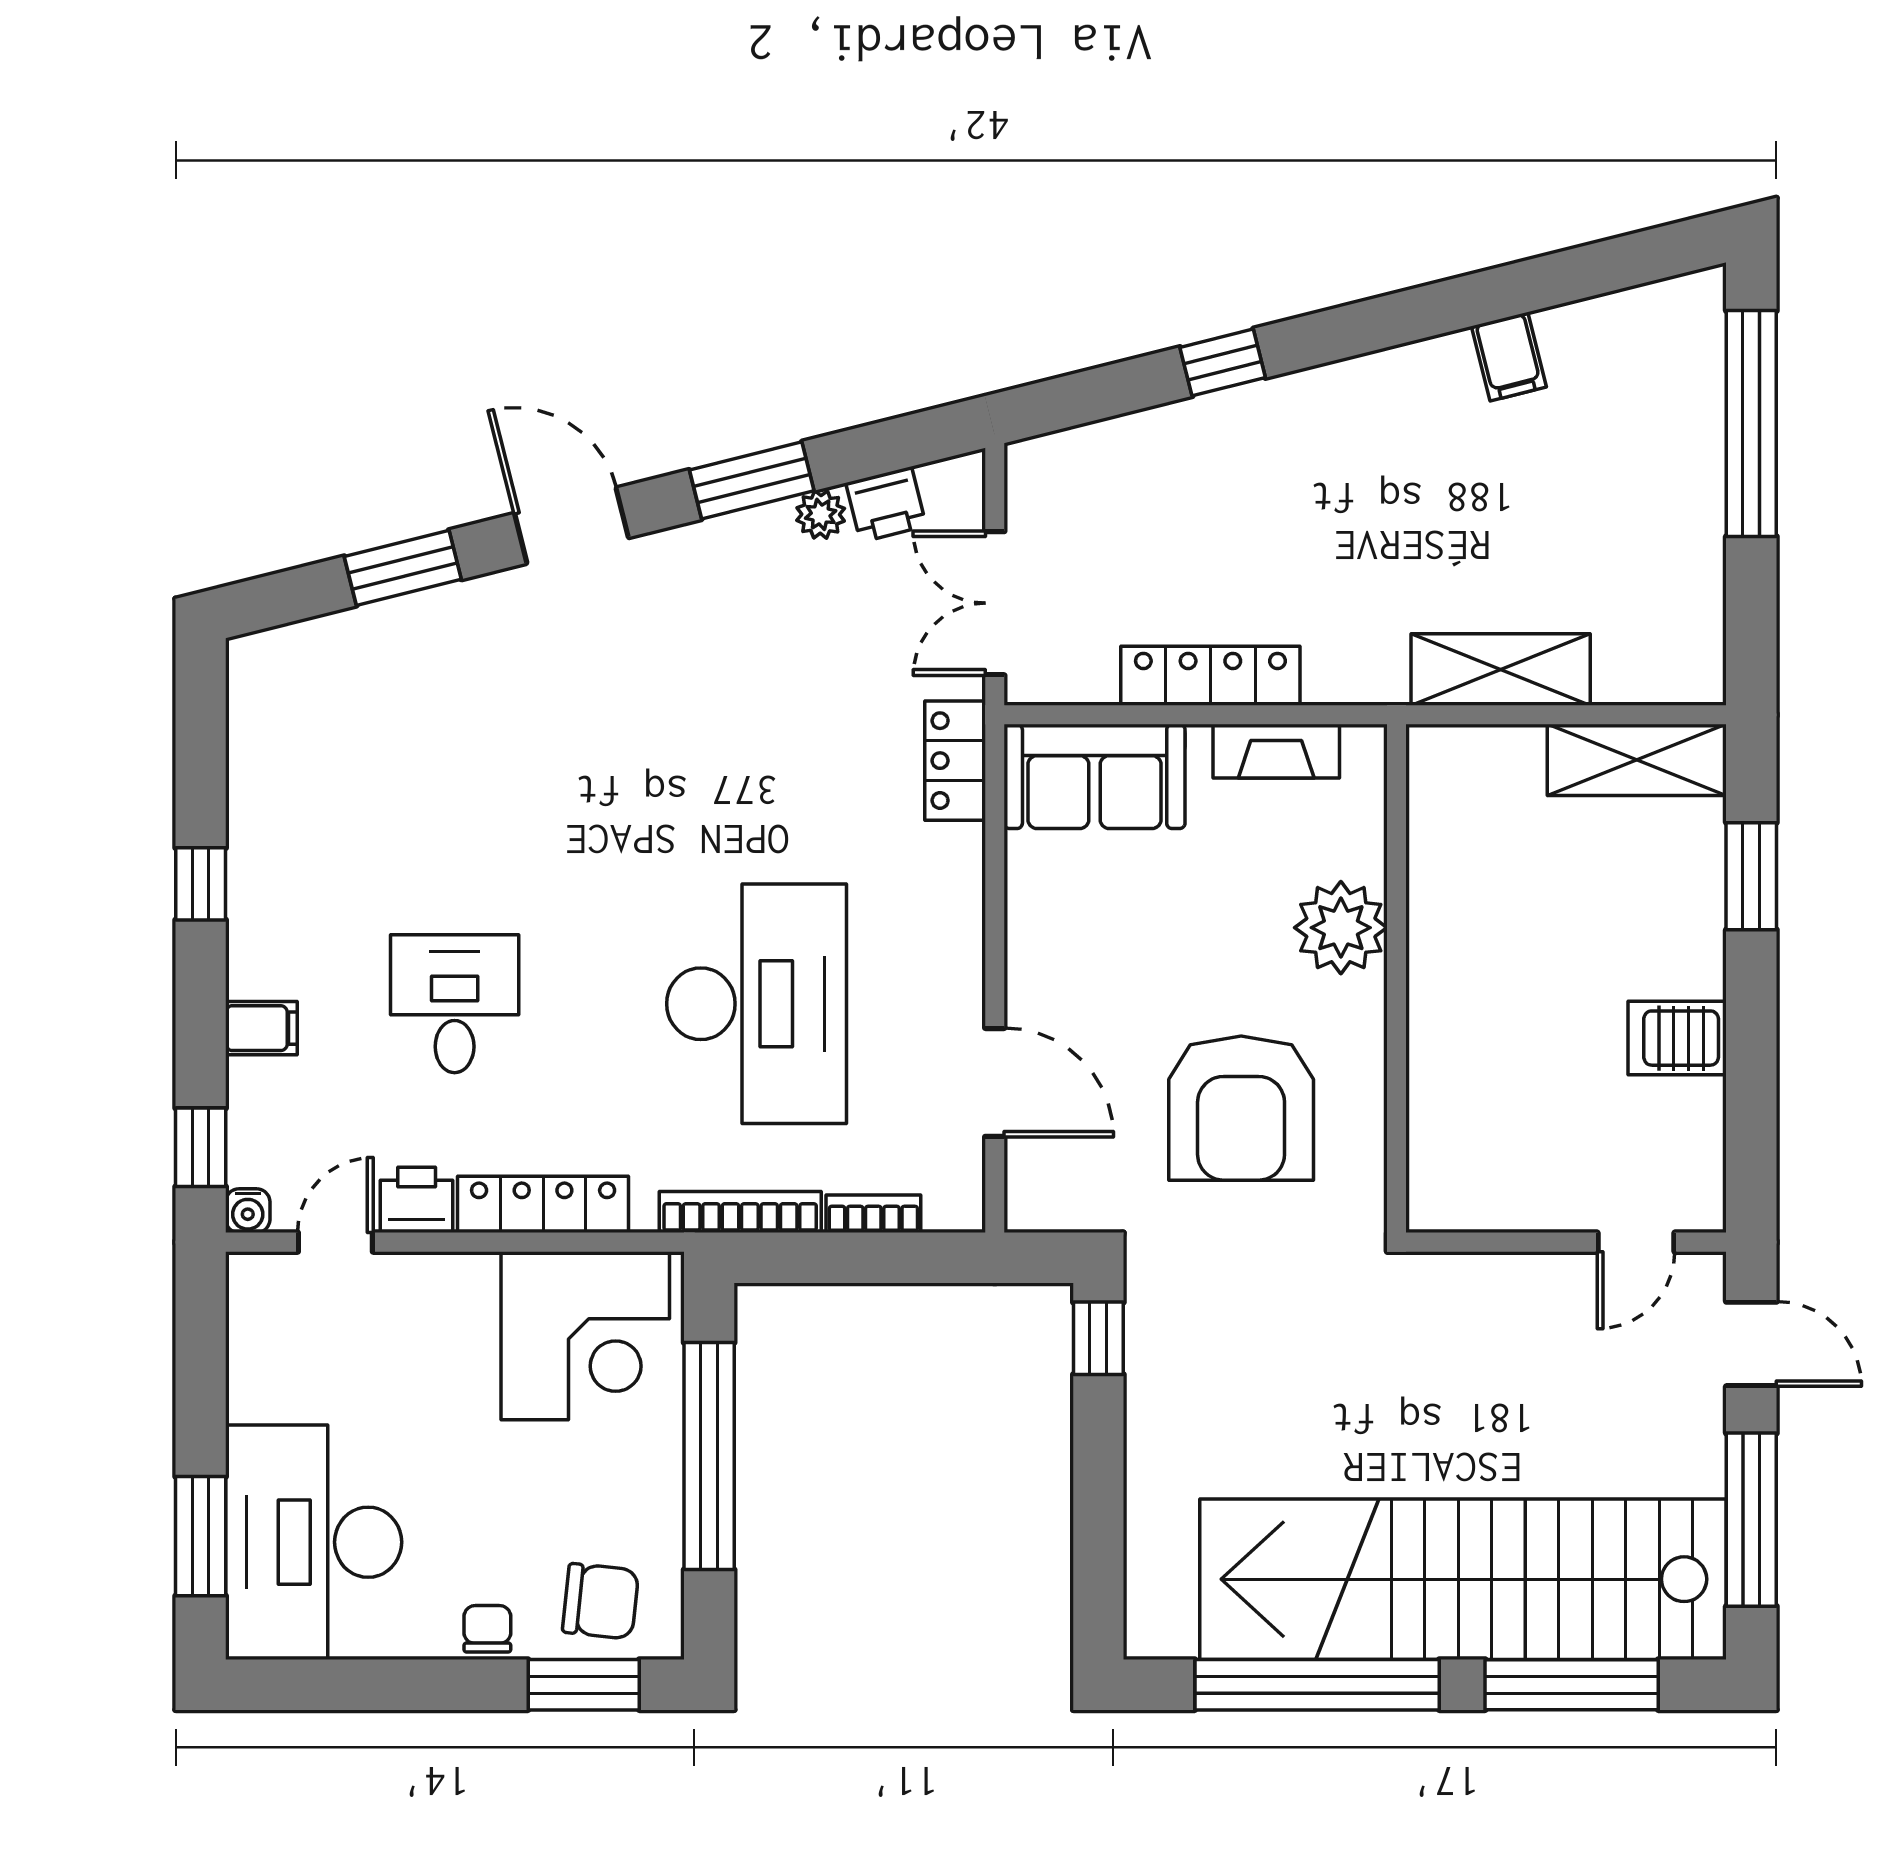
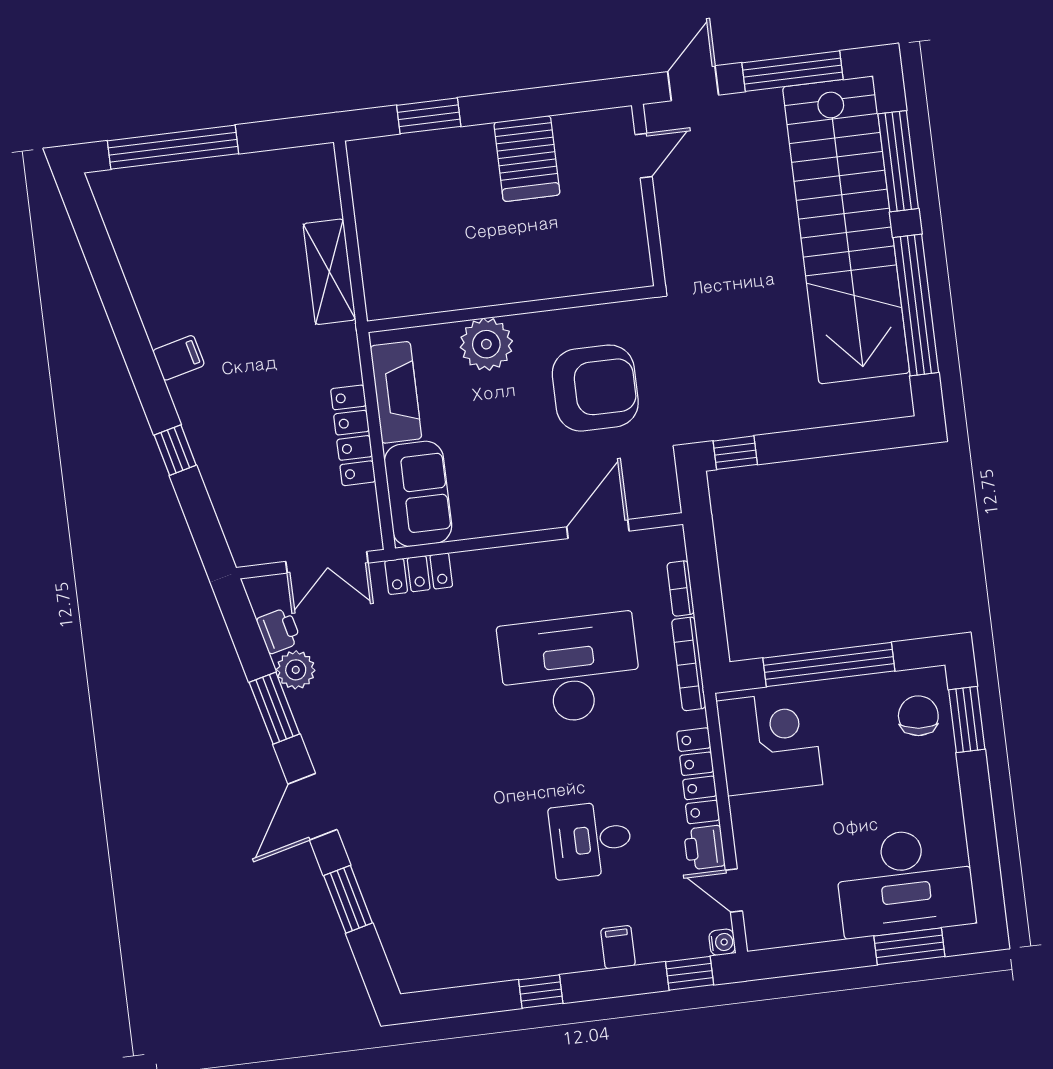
filing cabinet: (1509, 357) -> (179, 358), moved
plant: (821, 514) -> (296, 670), width x1.38, depth x1.38
fireplace: (1276, 751) -> (396, 392), width x1.37, depth x1.32
shelving: (1637, 760) -> (371, 189), removed
server rack: (1677, 1038) -> (527, 159), width x1.36, depth x1.44
door: (1636, 1242) -> (644, 156), hinge flipped
chair: (487, 1629) -> (942, 778), removed

